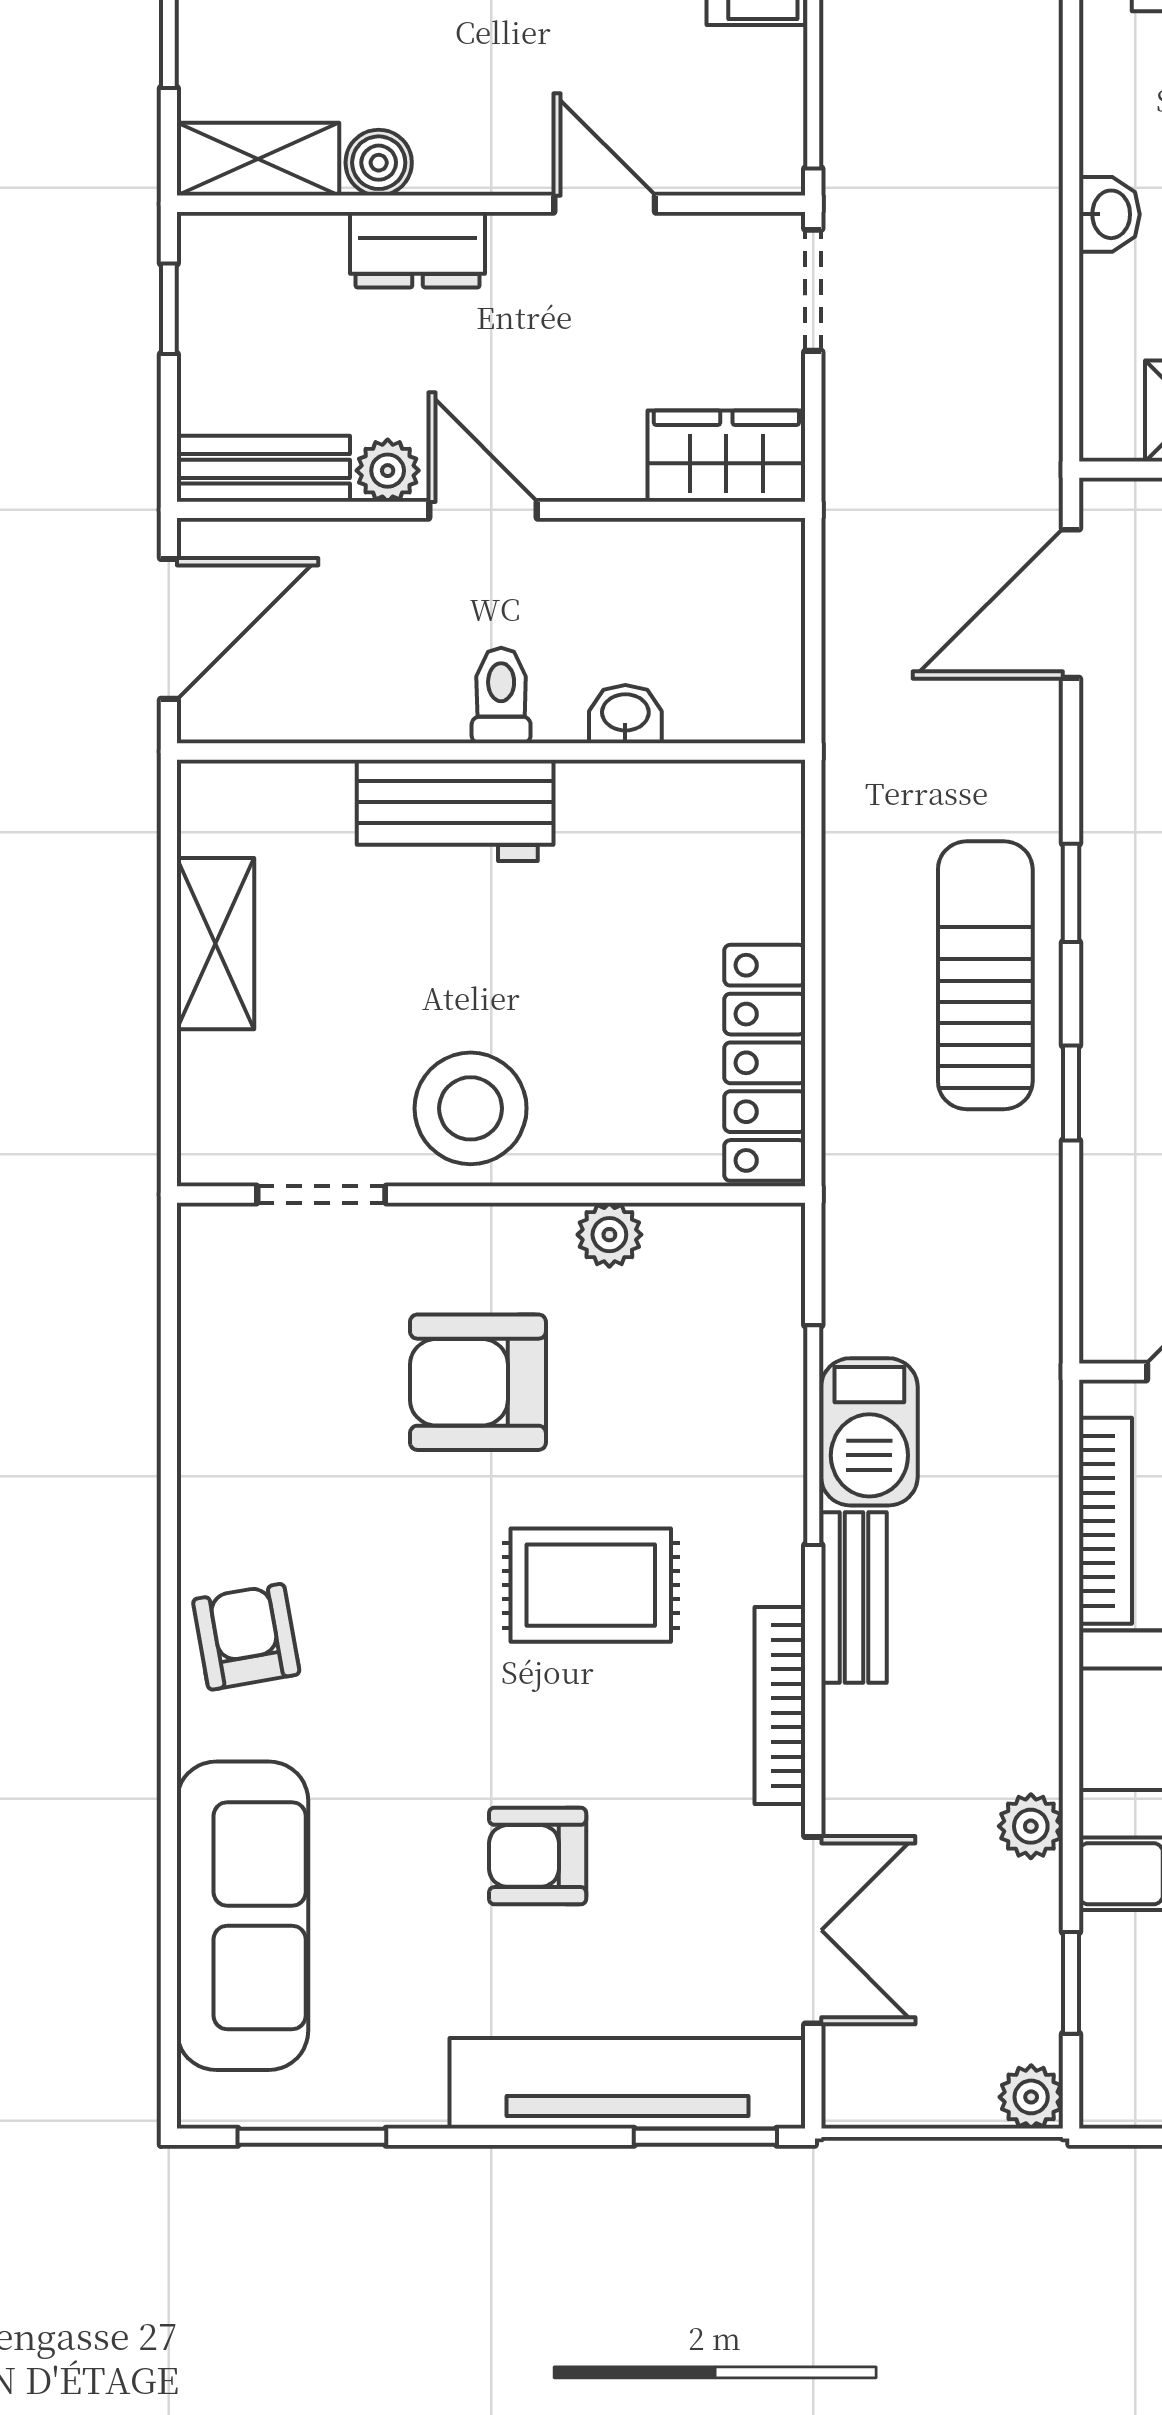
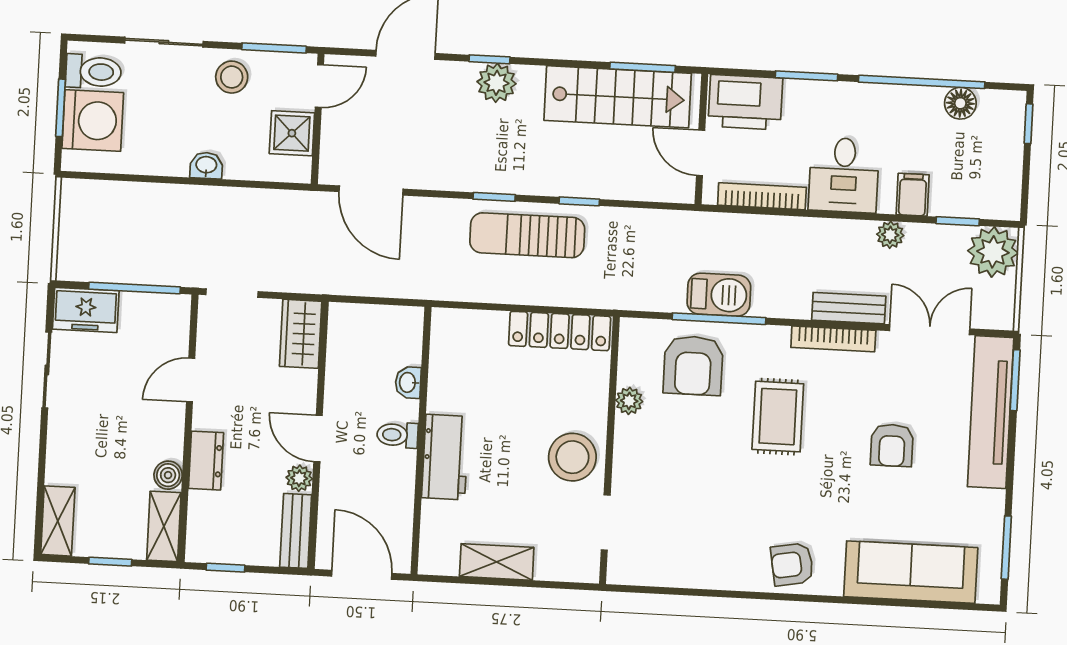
door: (483, 510) -> (318, 439), hinge flipped
armchair: (478, 1382) -> (693, 365), moved
bench: (854, 1597) -> (849, 308), moved
plant: (1031, 2097) -> (993, 252), width x1.87, depth x1.87

